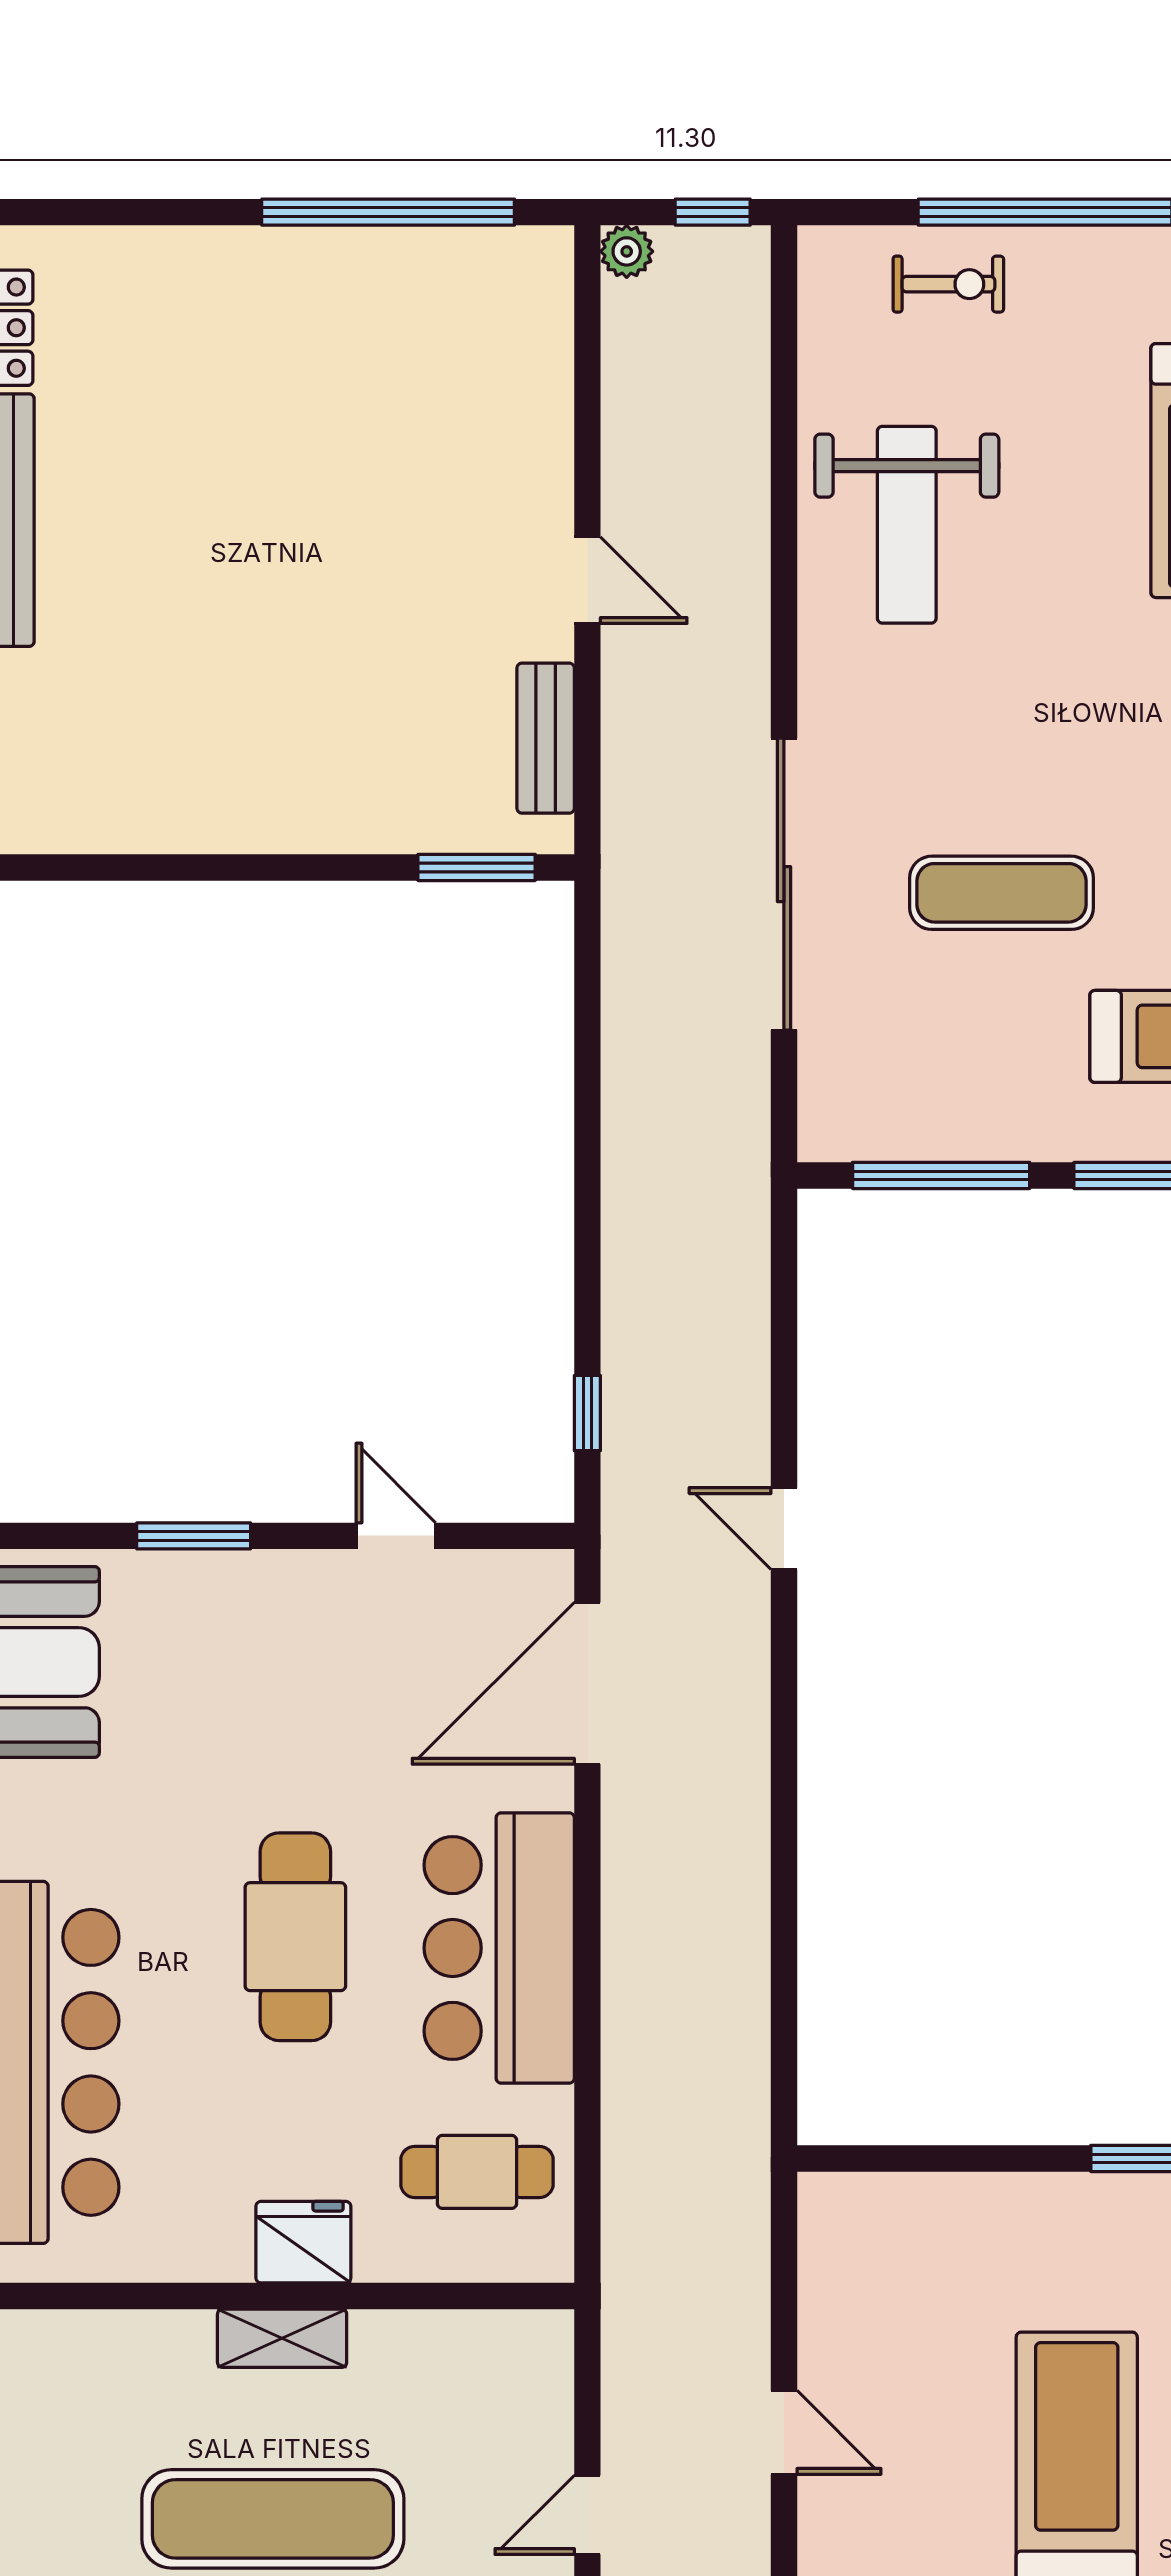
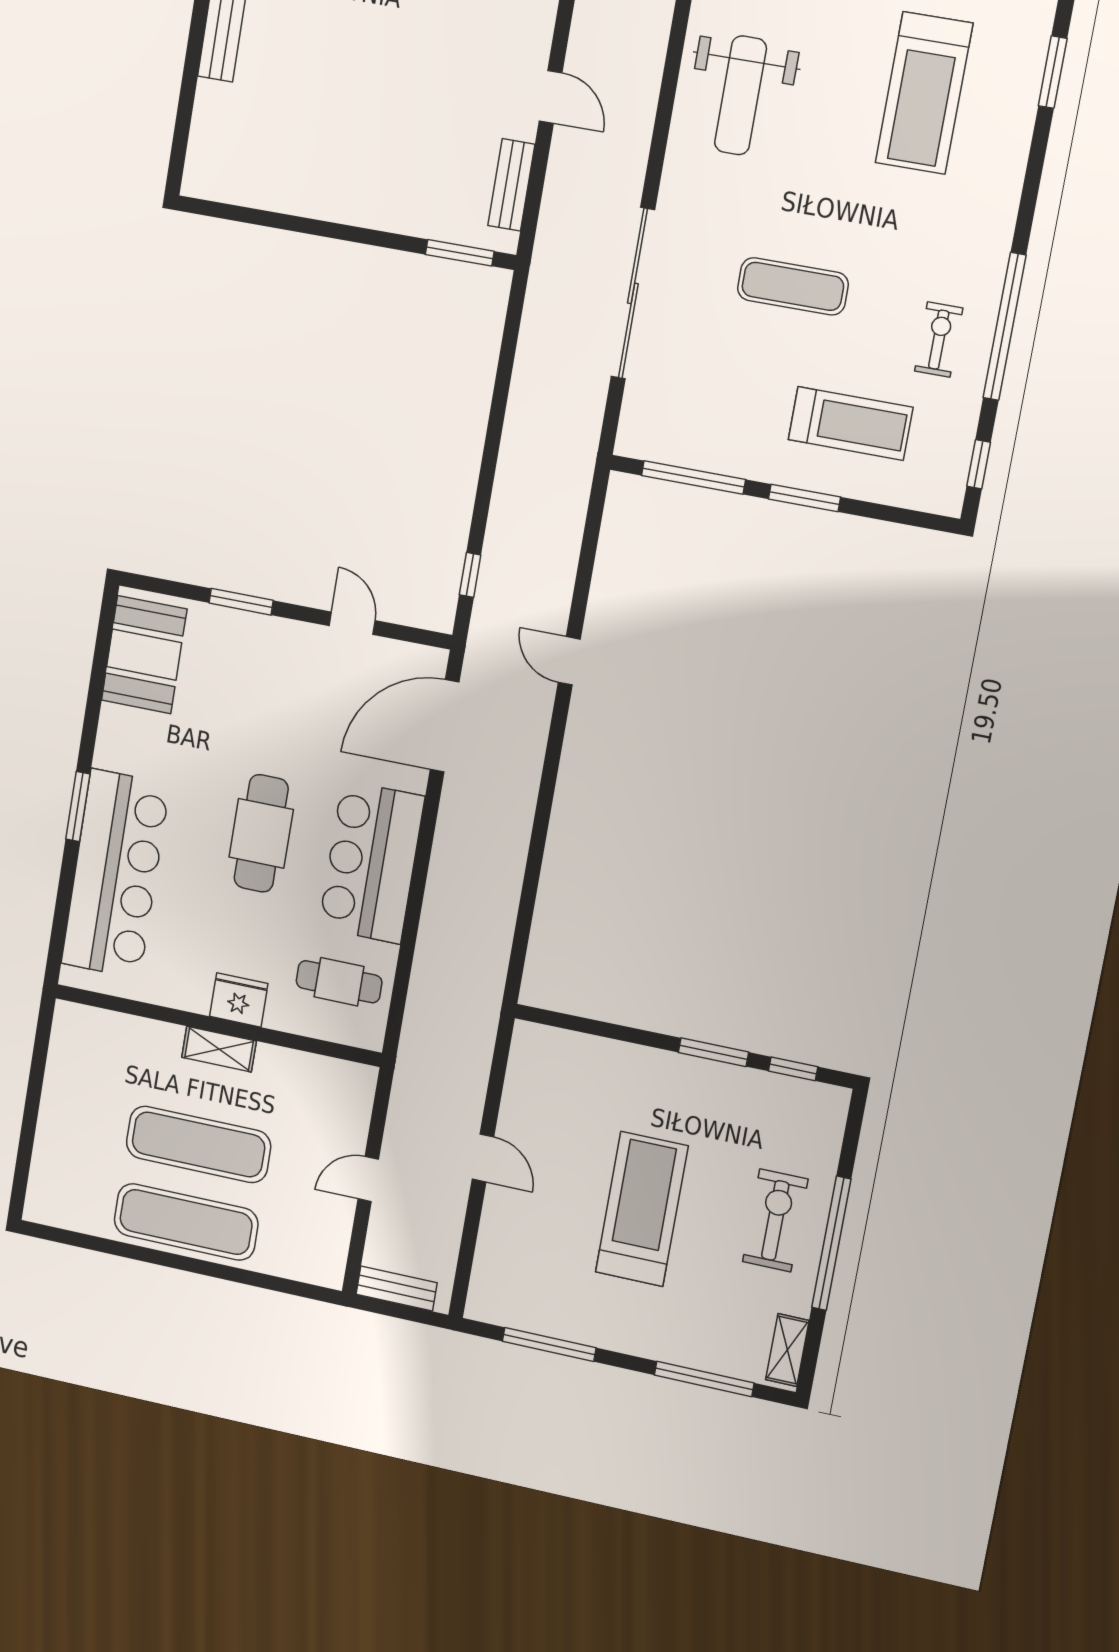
exercise mat: (1002, 893) -> (793, 286), moved

